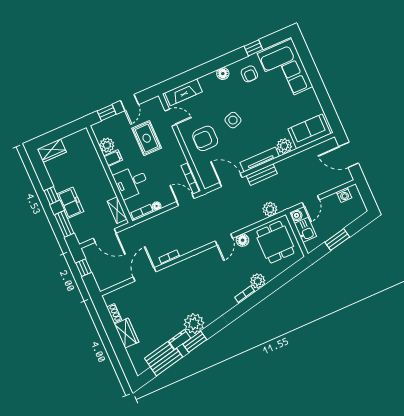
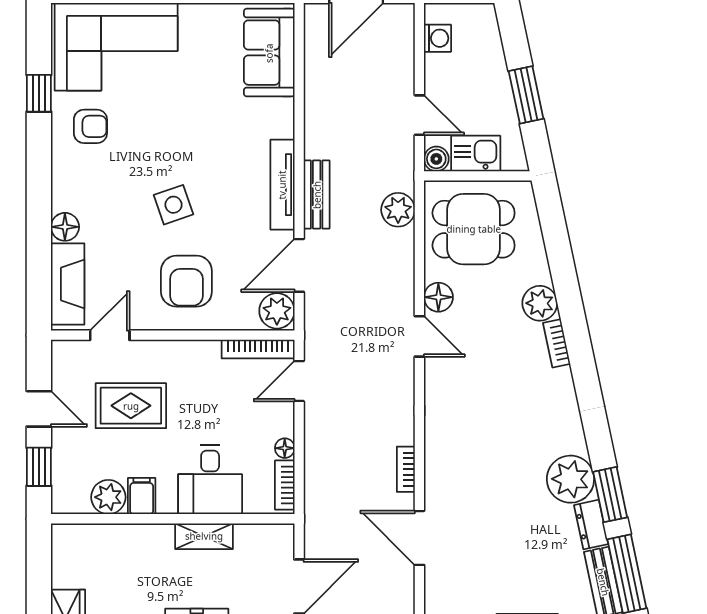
floor lamp: (223, 74) -> (65, 227), moved
plant: (284, 146) -> (277, 311), moved
shelving: (117, 210) -> (204, 536), moved

